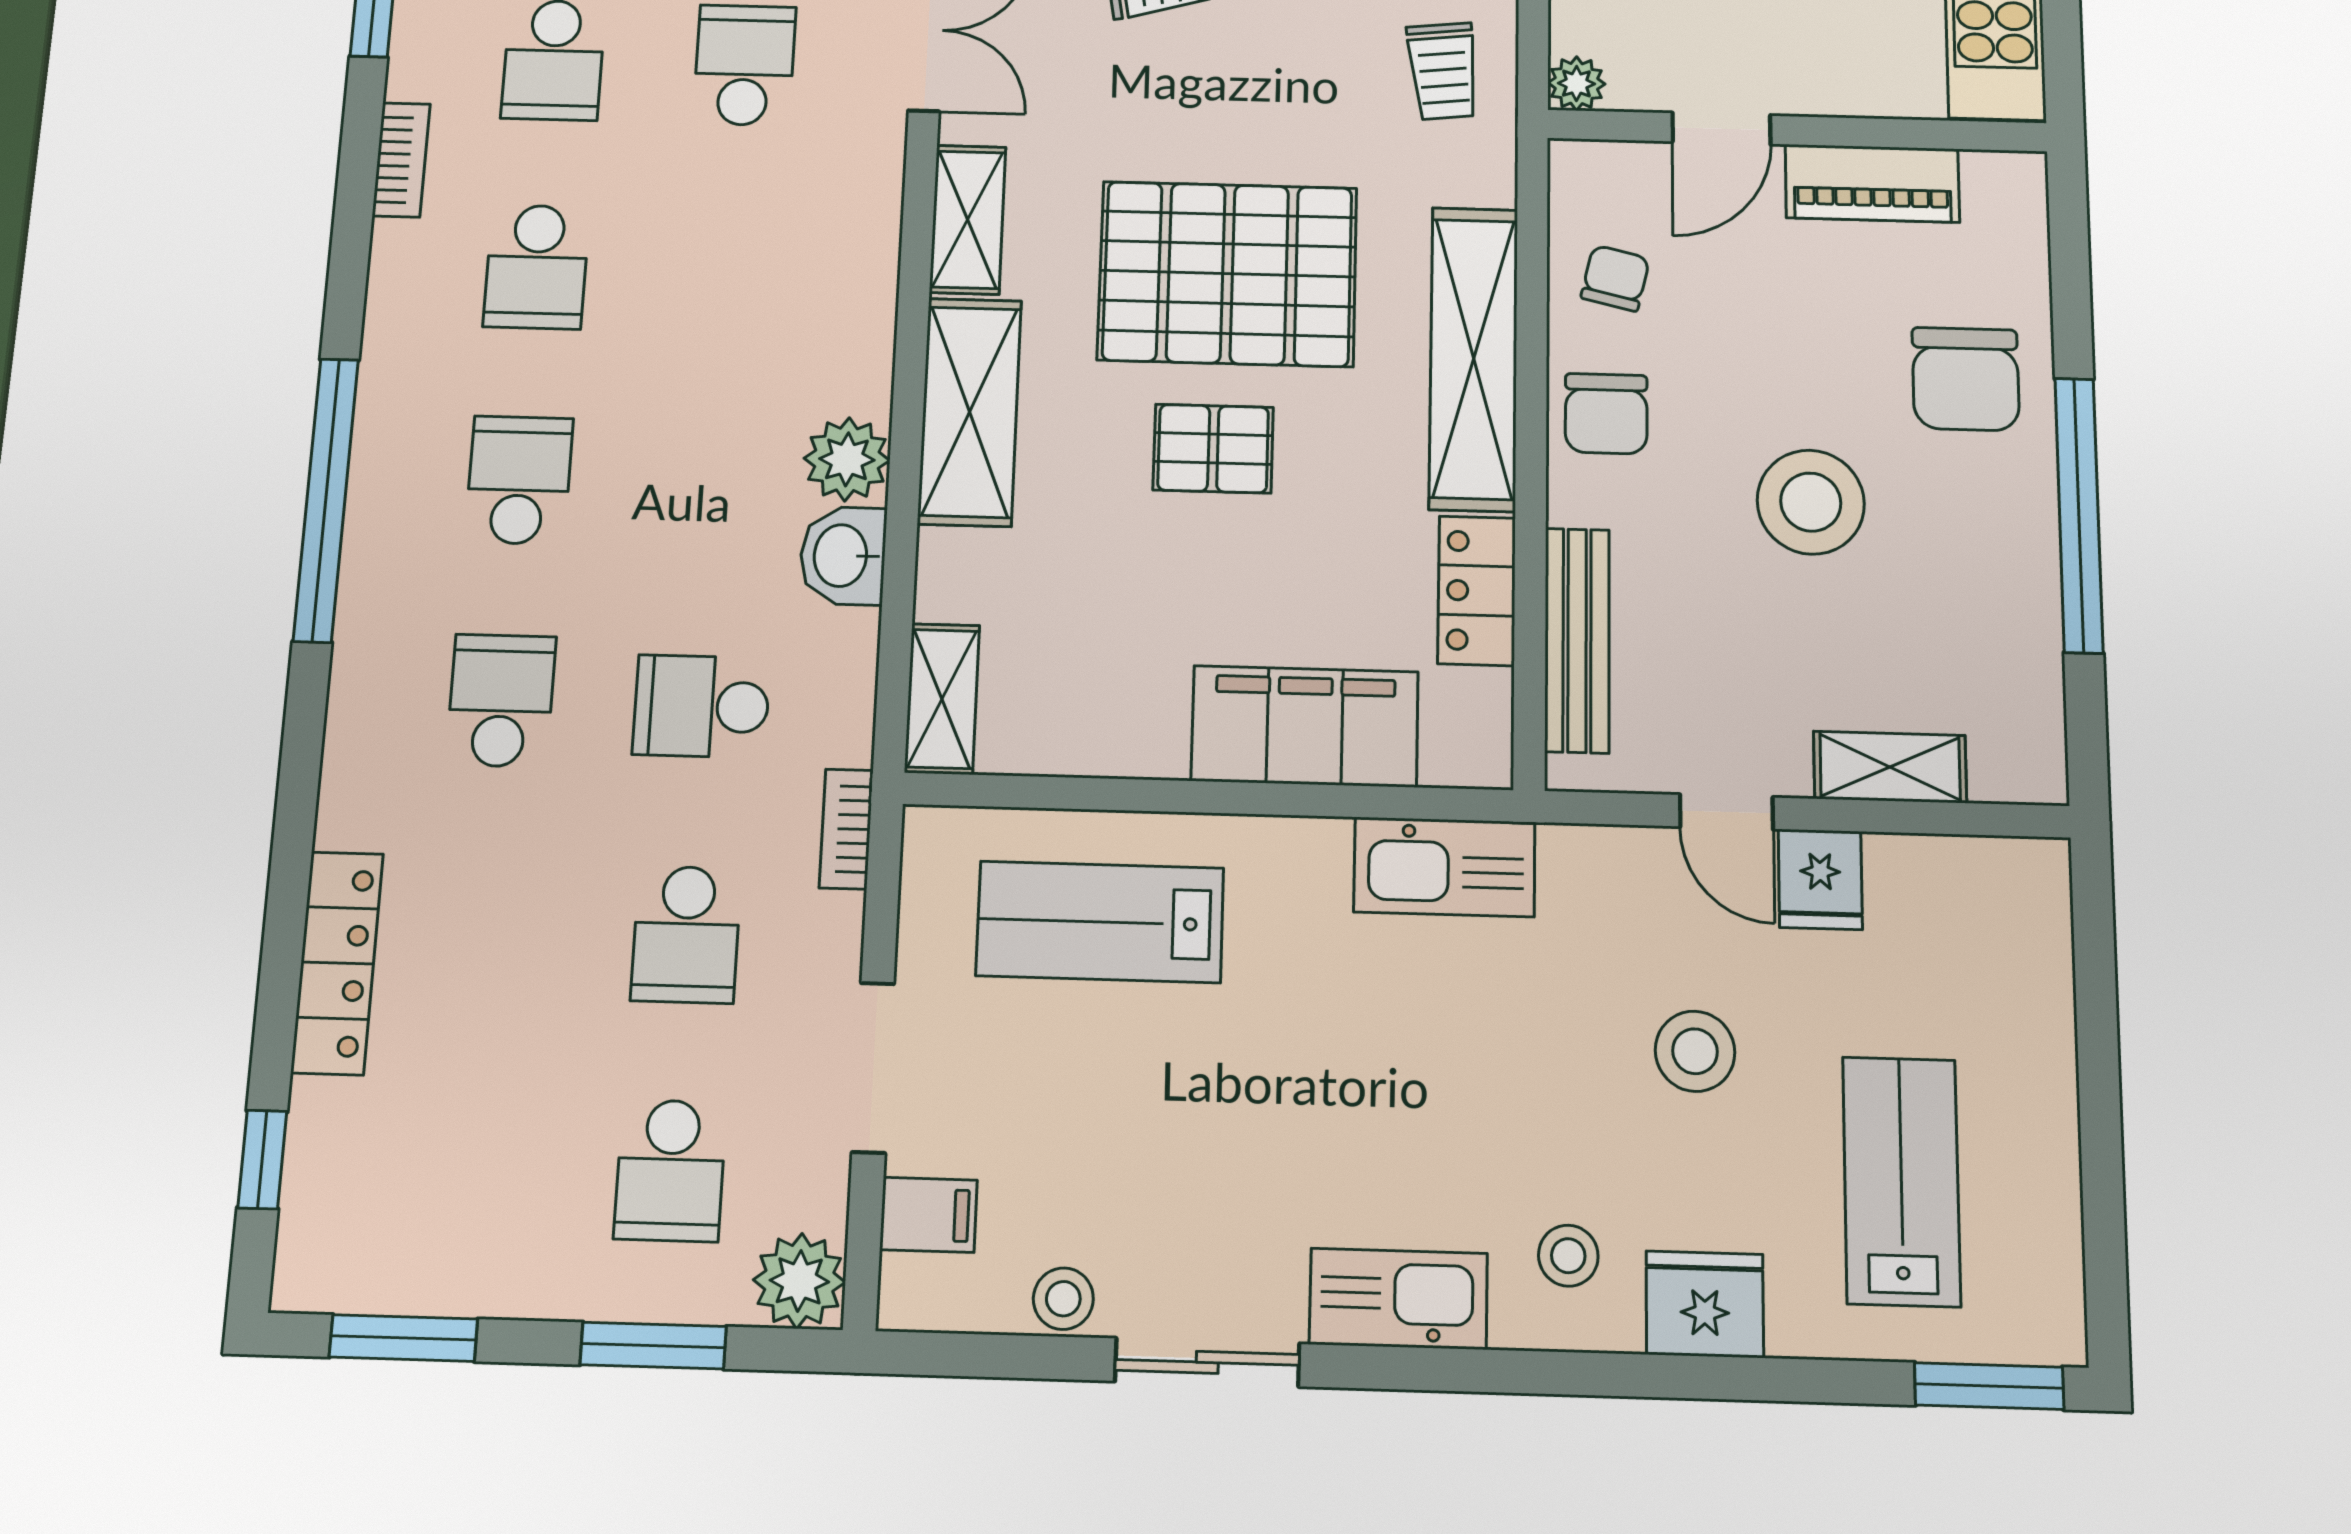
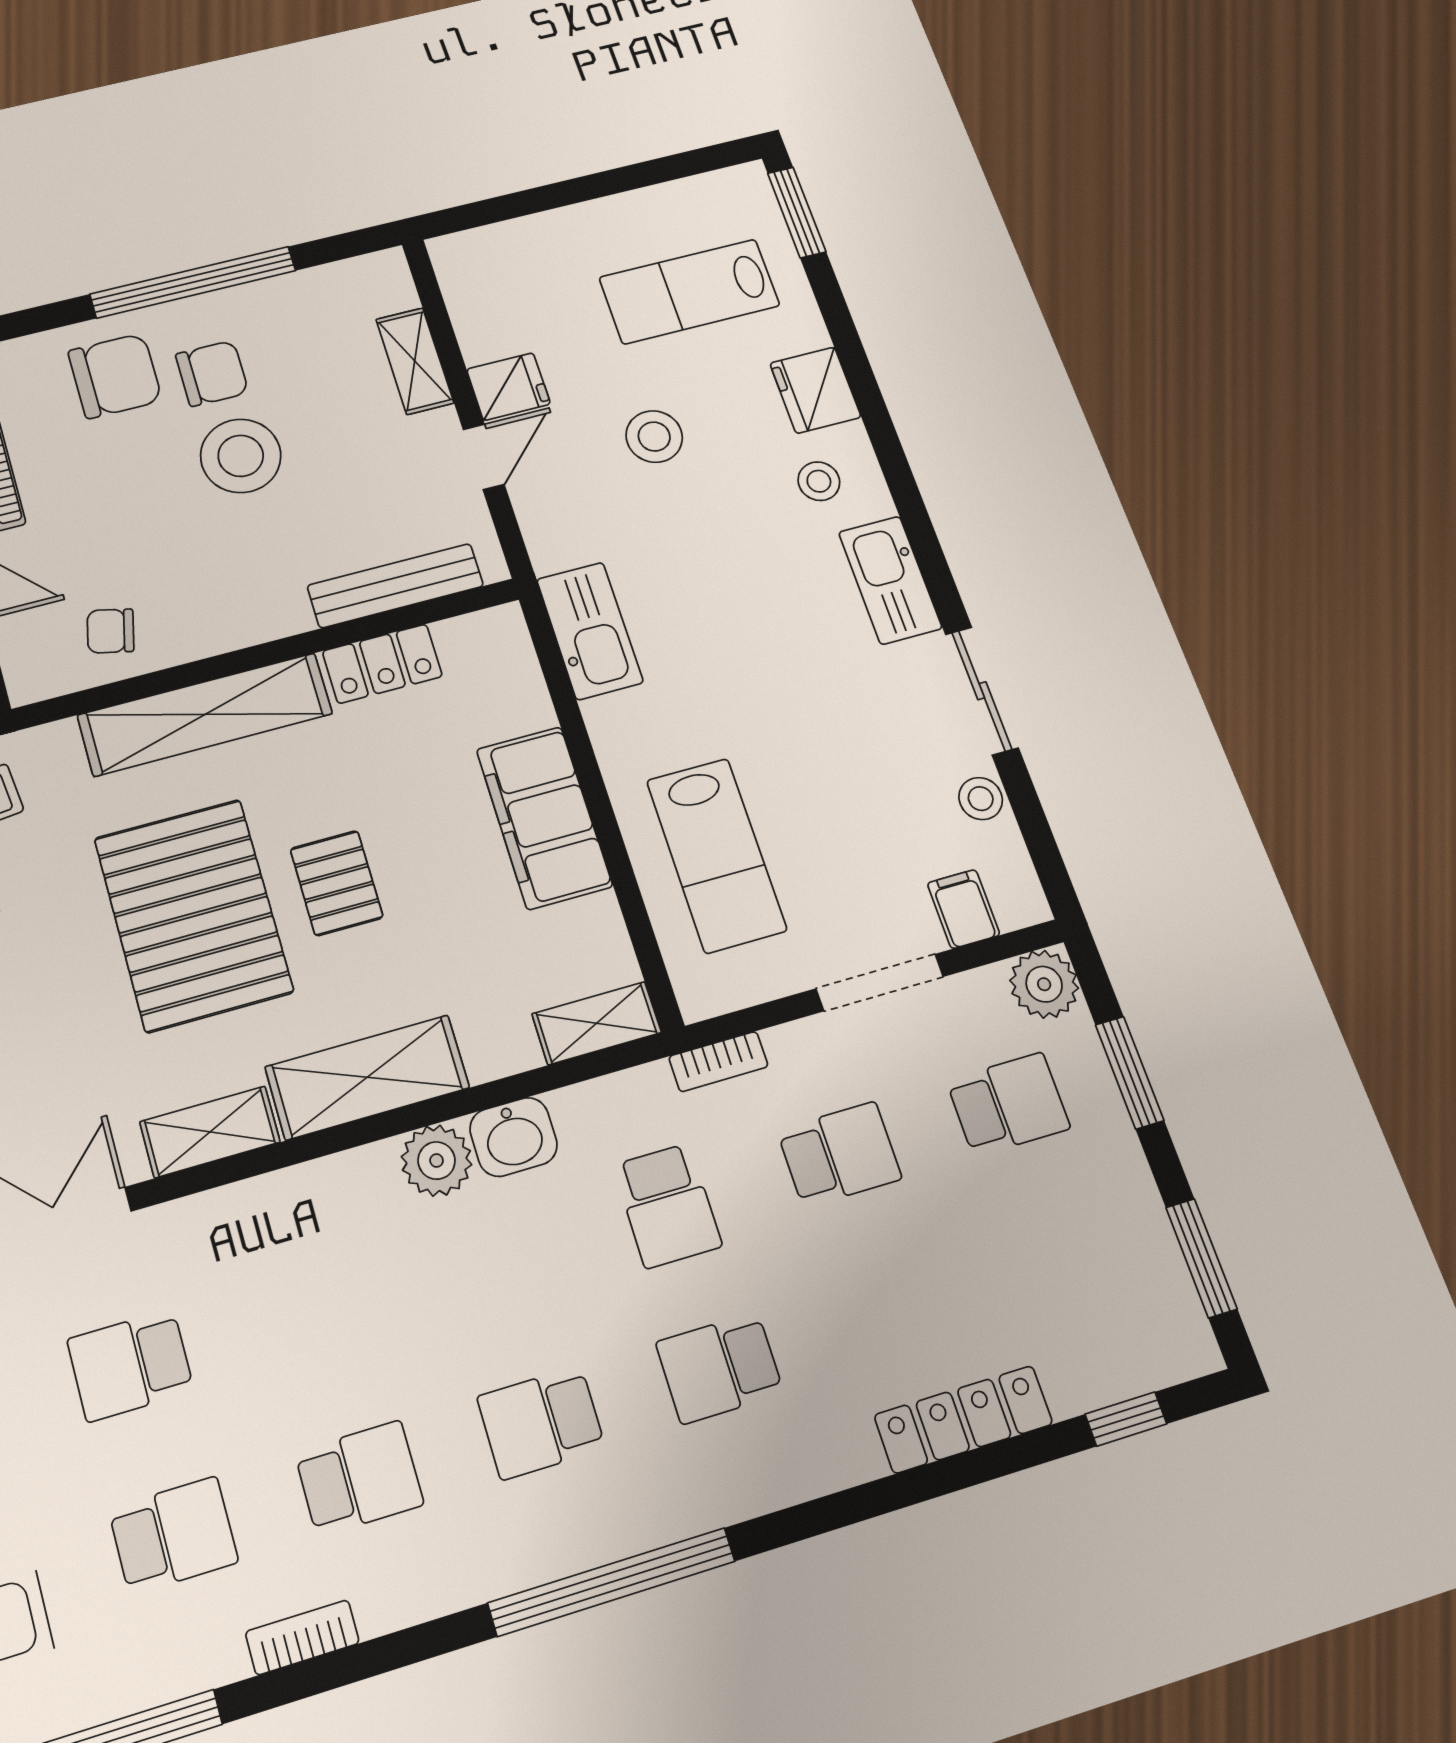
chair: (1606, 414) -> (212, 373), moved
filing cabinet: (1305, 726) -> (544, 818), moved

